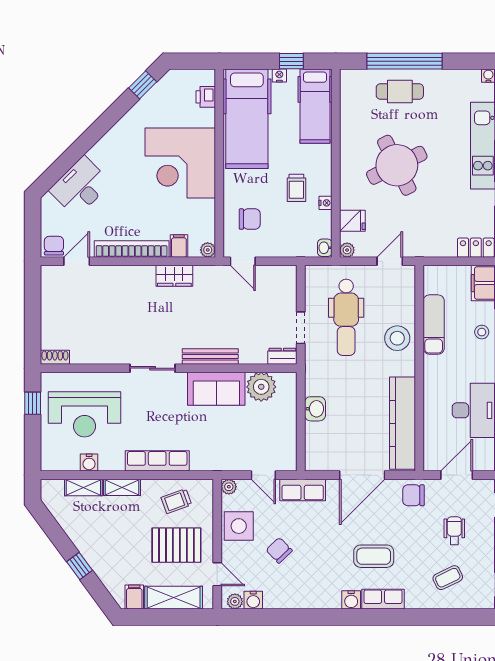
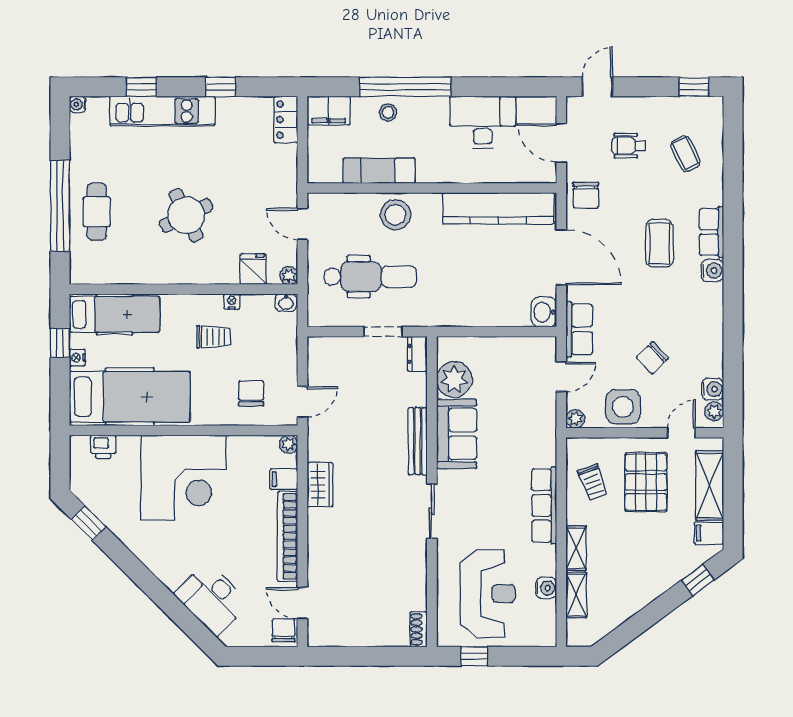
round table: (397, 165) -> (186, 215), width x0.73, depth x0.73
chair: (54, 246) -> (283, 630), turned 90
washbasin: (315, 409) -> (544, 312), moved, turned -90
window: (80, 566) -> (698, 580), moved

